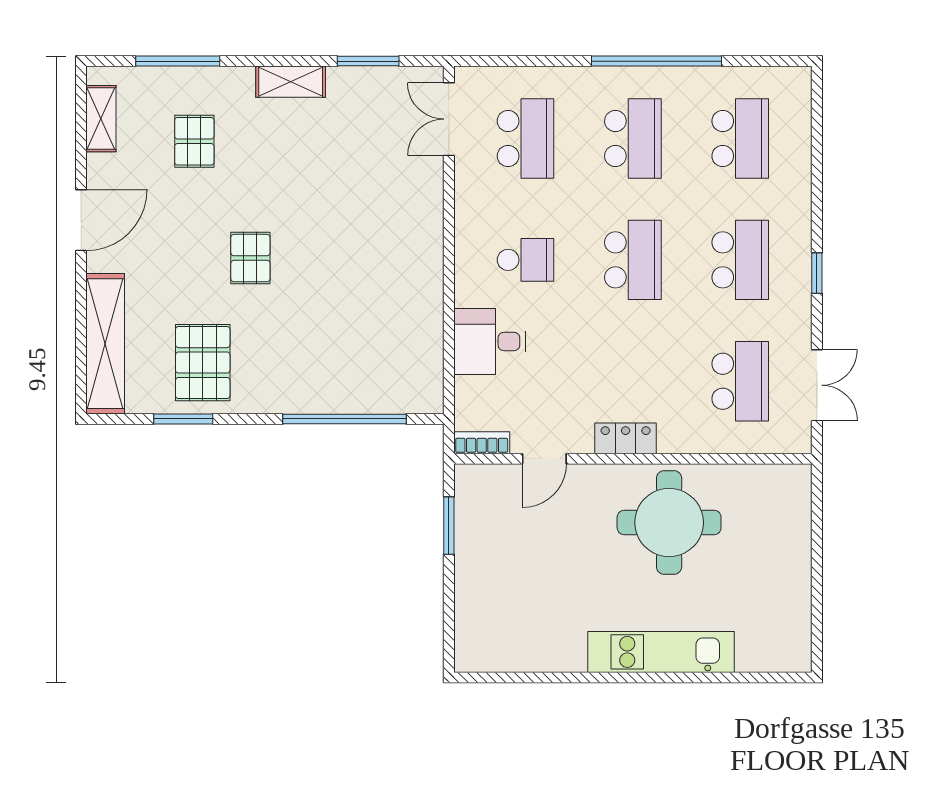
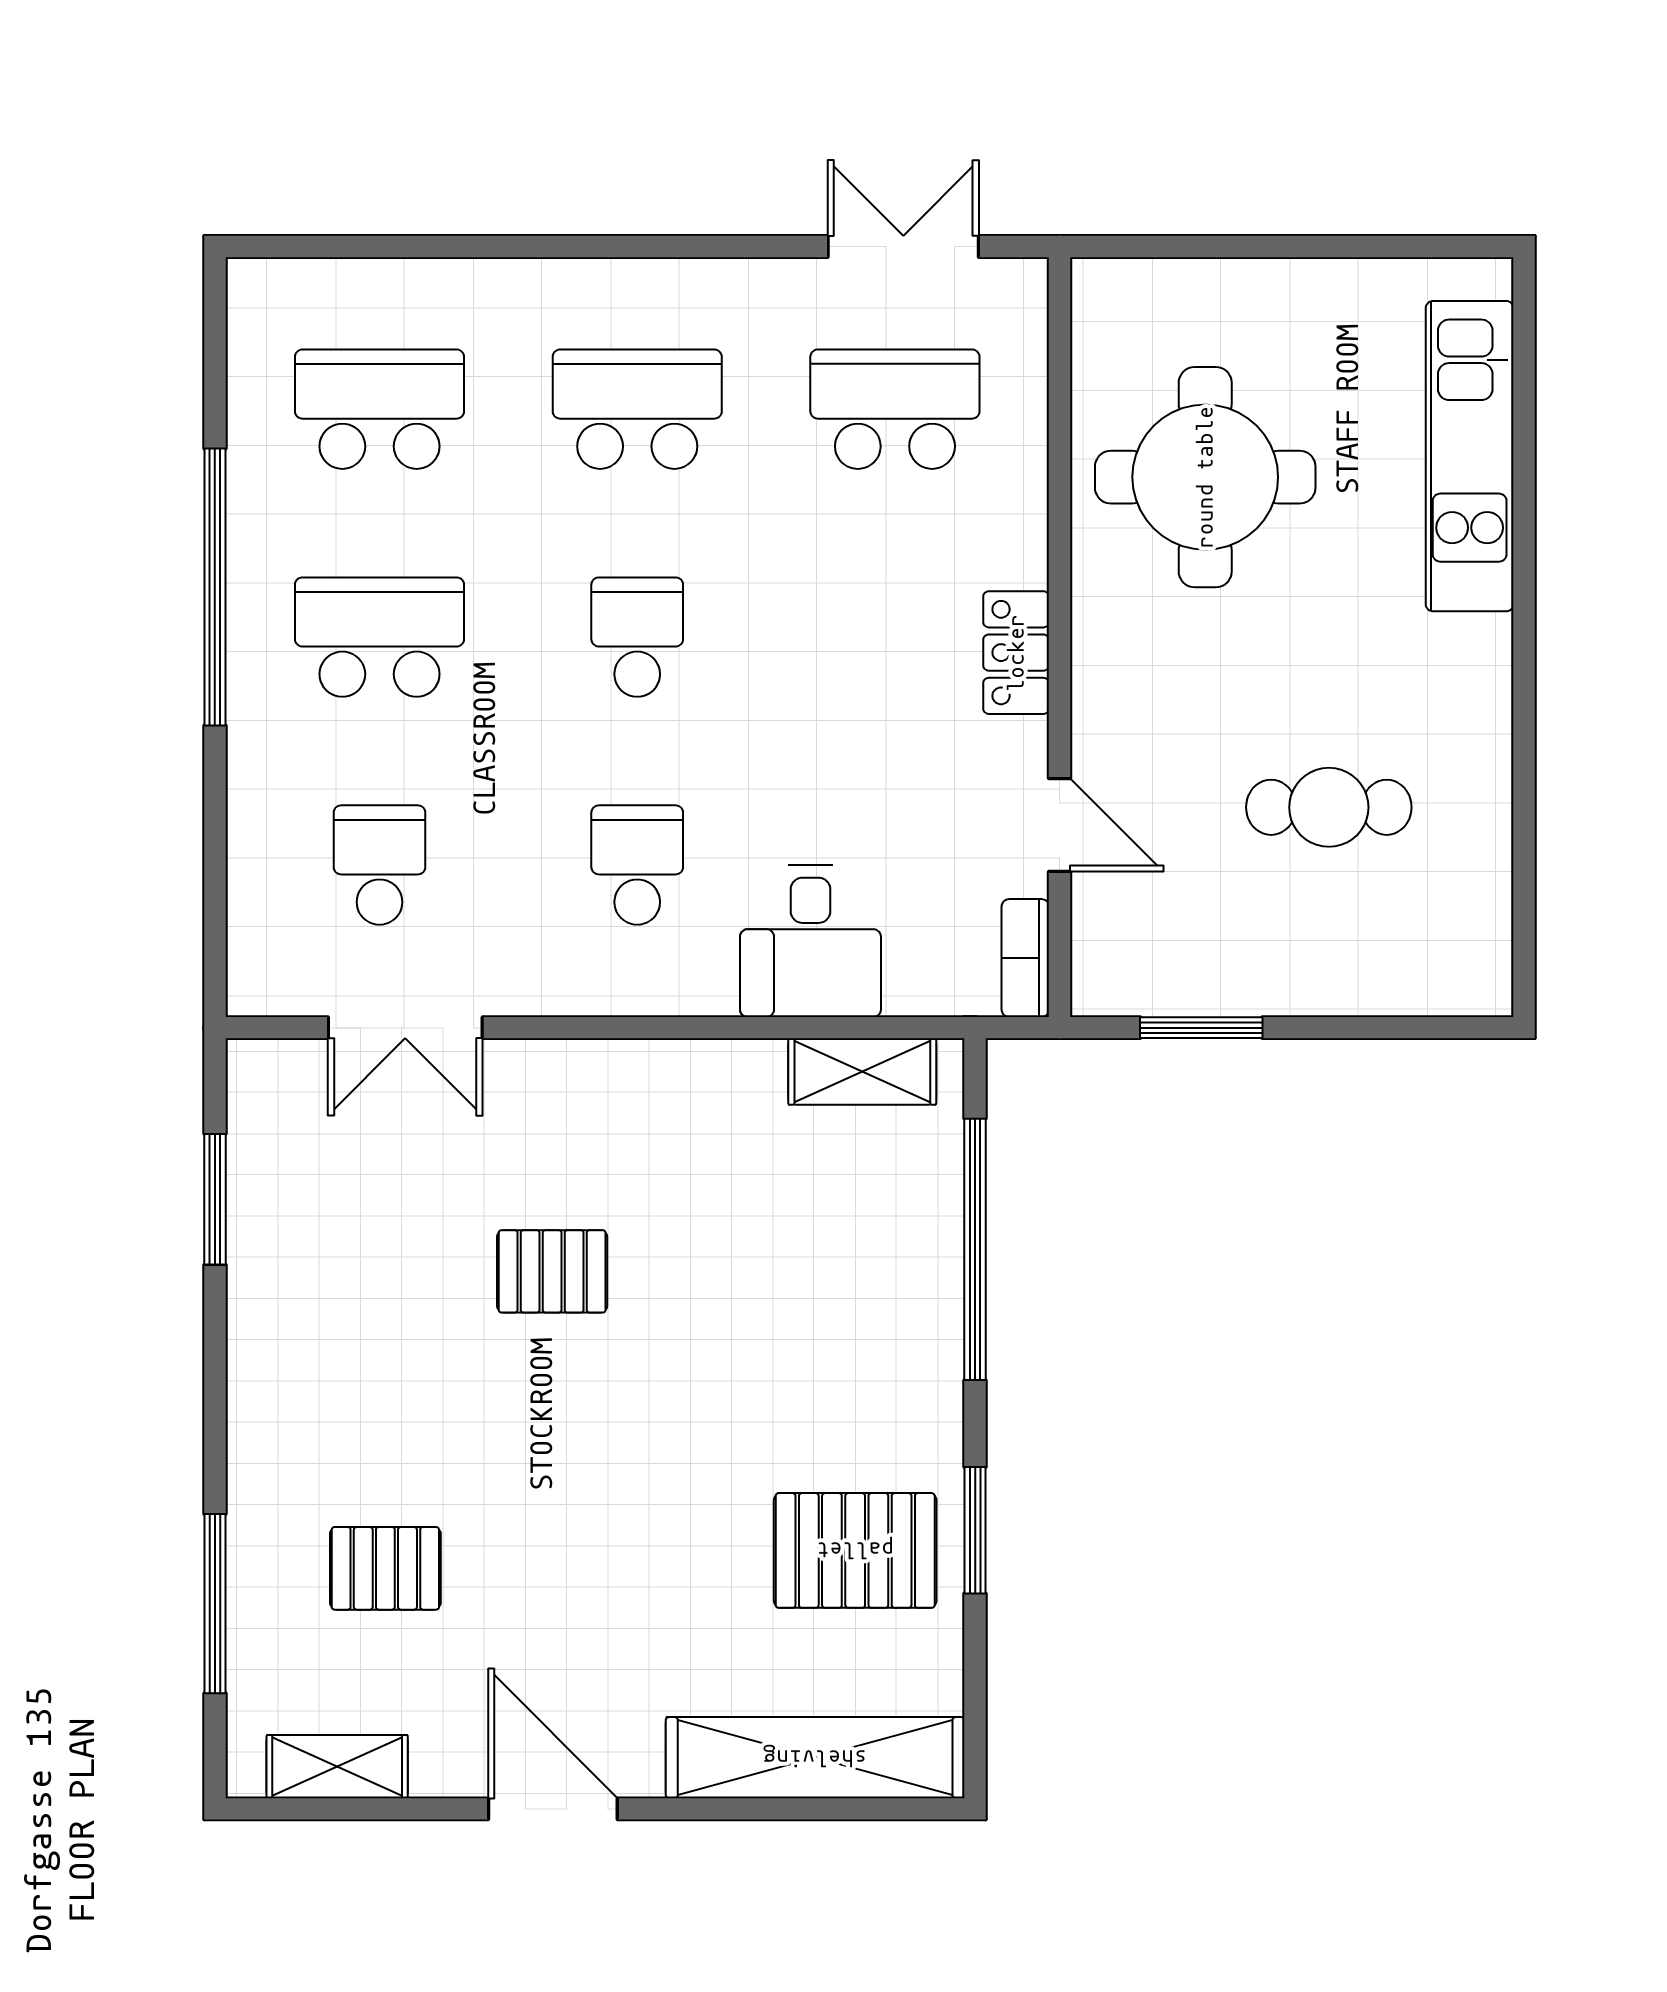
shelving: (291, 82) -> (862, 1072), moved, turned 90
double door: (449, 119) -> (405, 1028), moved
school desk: (526, 139) -> (380, 865), width x0.54
pallet: (250, 258) -> (552, 1271), moved
school desk: (633, 260) -> (637, 637), width x0.54
window: (817, 273) -> (665, 246), removed
window: (183, 419) -> (975, 1530), moved
round table: (669, 523) -> (1205, 477), moved
cafe table: (553, 586) -> (1329, 807), added
kitchen unit: (661, 652) -> (1470, 456), moved

